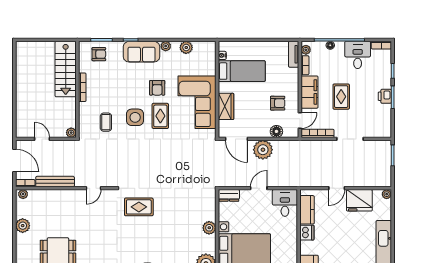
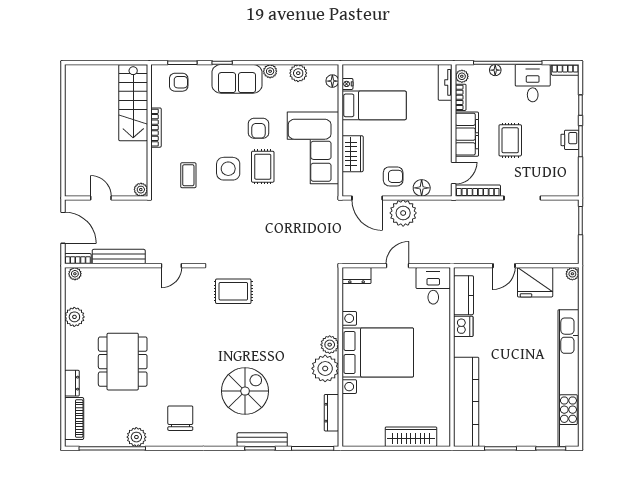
floor lamp: (211, 53) -> (332, 81), added
armchair: (278, 103) -> (393, 176), moved
plant: (209, 228) -> (330, 345), moved

